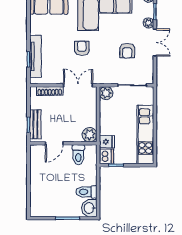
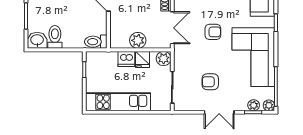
plant: (148, 23) -> (254, 105), moved
plant: (90, 135) -> (138, 40), moved
fridge: (107, 142) -> (143, 59), moved
toilet: (78, 155) -> (96, 42), moved
dishwasher: (106, 156) -> (126, 59), moved

